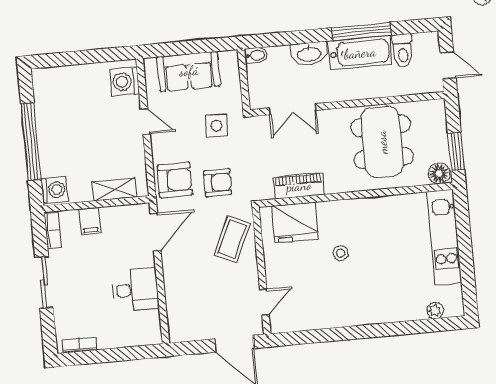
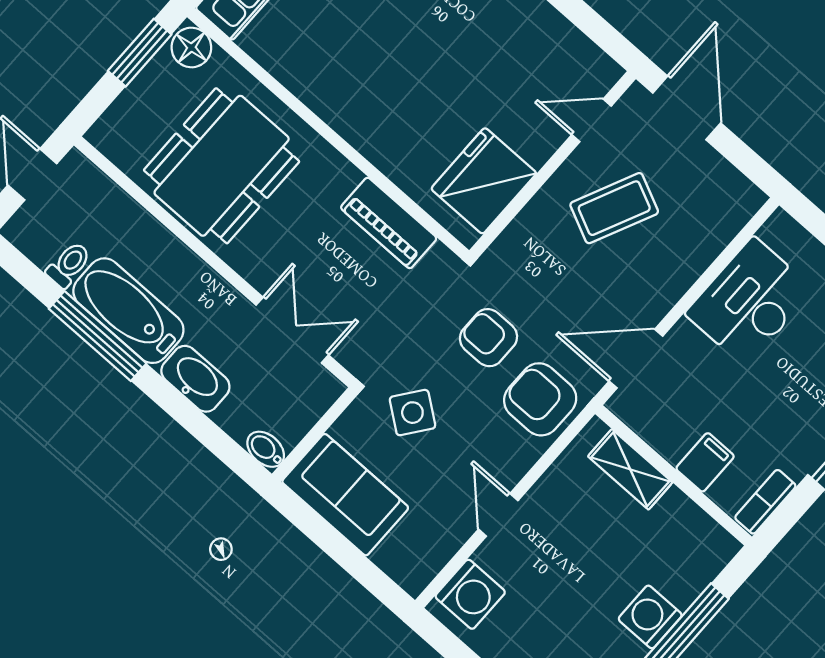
toilet: (403, 51) -> (69, 265), width x0.73, depth x0.72
sofa: (189, 71) -> (345, 495), moved
side table: (216, 126) -> (412, 413), turned 34
washing machine: (54, 190) -> (650, 617), moved
fridge: (295, 222) -> (484, 181), moved, turned -90
coffee table: (232, 239) -> (614, 208), moved
stool: (340, 253) -> (427, 79), removed
desk: (136, 290) -> (749, 302), width x1.37

